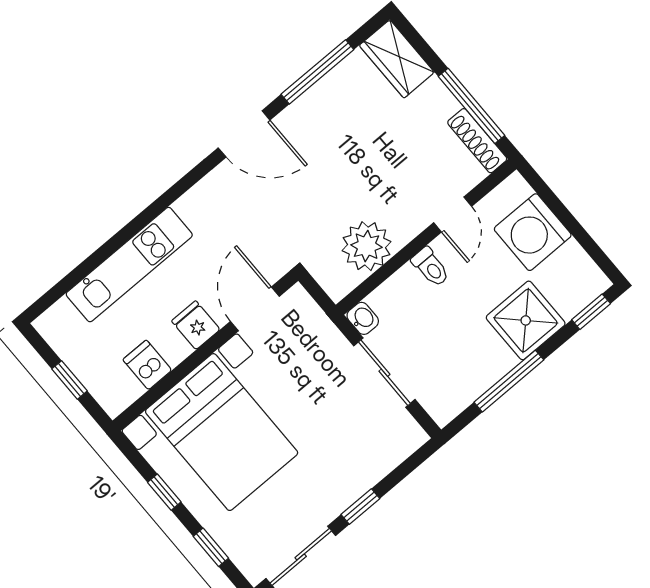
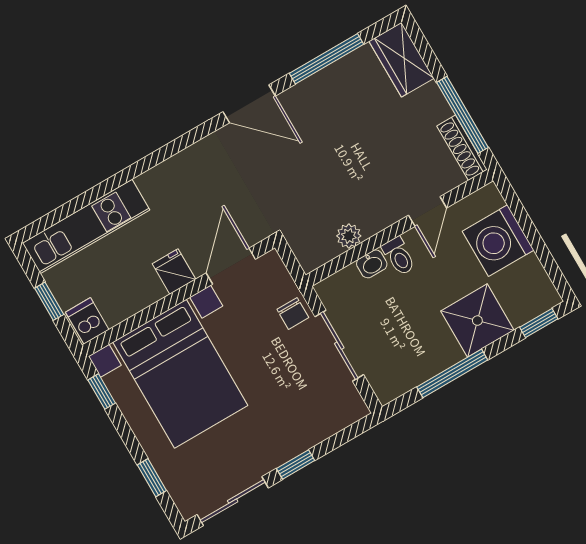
plant: (367, 246) -> (349, 236), width x0.53, depth x0.53
kitchen unit: (129, 265) -> (86, 226), moved
washbasin: (363, 318) -> (372, 264), moved, turned 90
chair: (329, 347) -> (293, 313), added
dishwasher: (147, 365) -> (87, 321), moved
window: (164, 492) -> (102, 391), moved

